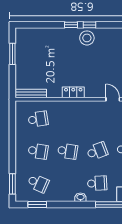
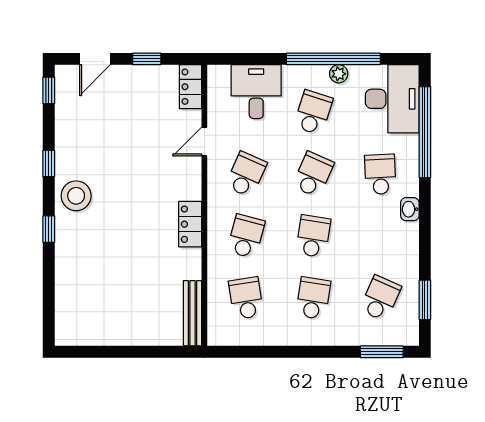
window: (90, 25) -> (49, 164), moved
window: (12, 54) -> (109, 352), removed
school desk: (68, 119) -> (246, 236), added
school desk: (97, 119) -> (246, 174), added
school desk: (97, 151) -> (313, 174), turned 45

